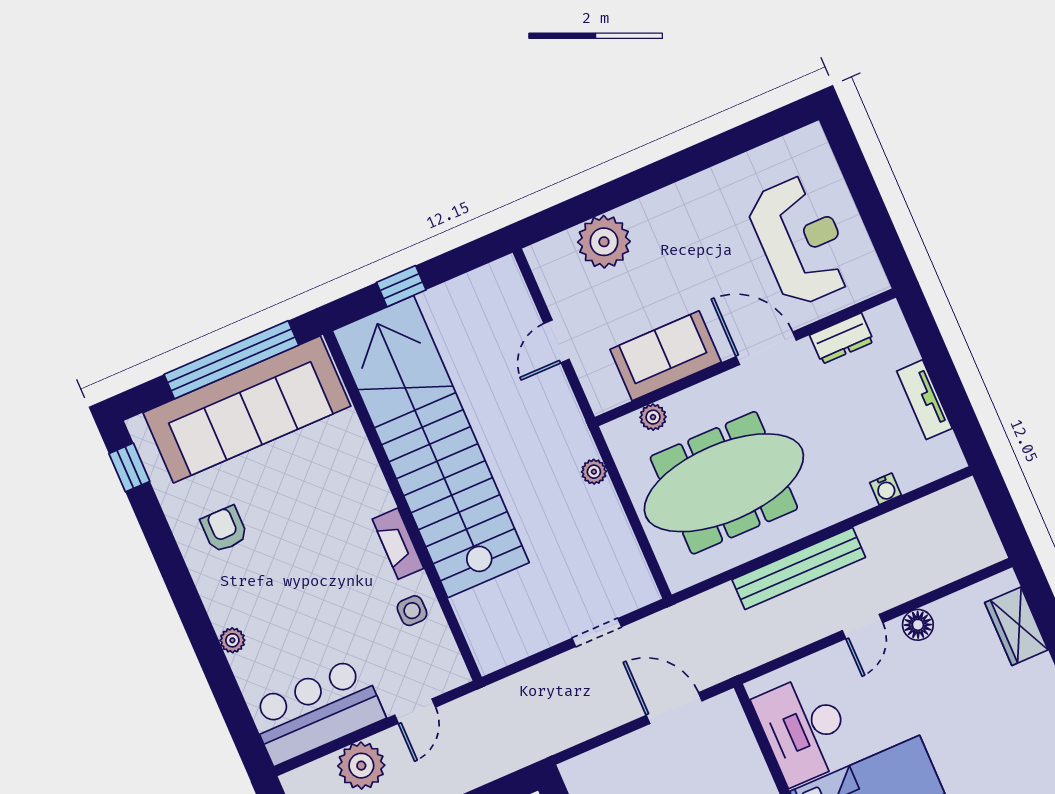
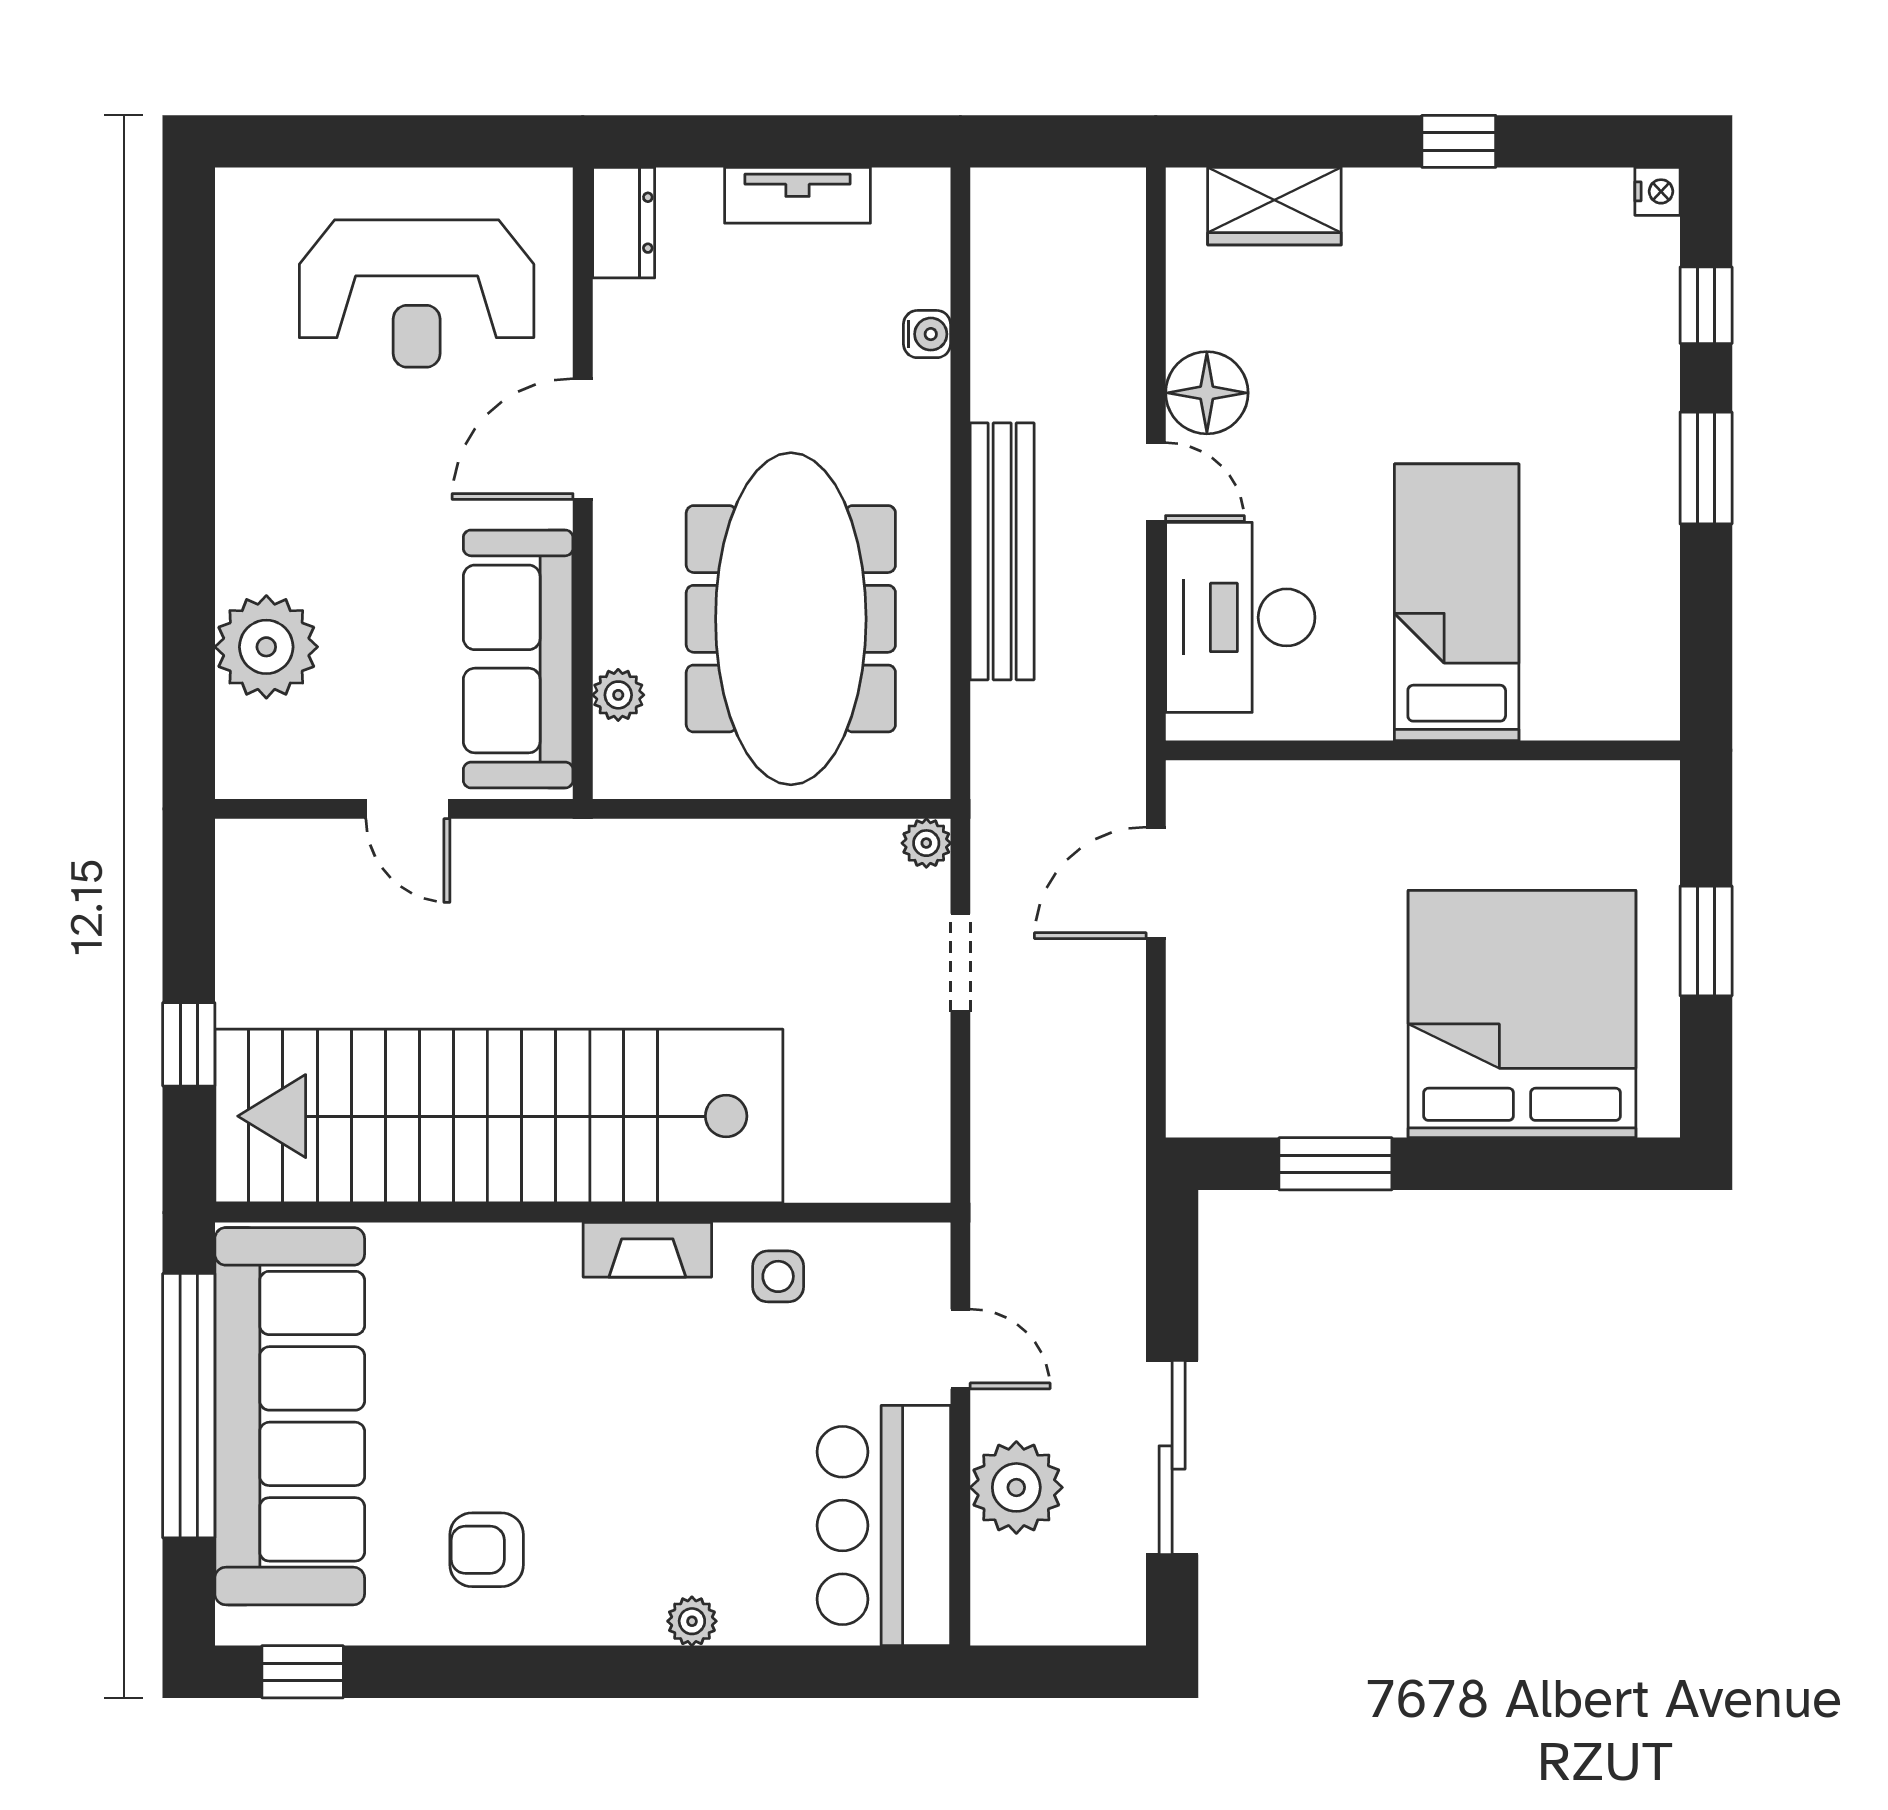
reception desk: (801, 241) -> (417, 294), turned 180
dresser: (842, 338) -> (624, 223), moved
sofa: (666, 356) -> (518, 659), width x1.36
plant: (594, 472) -> (926, 843), moved
floor lamp: (918, 625) -> (1207, 393), width x1.38, depth x1.38
desk: (804, 729) -> (1240, 617), moved, turned 90

